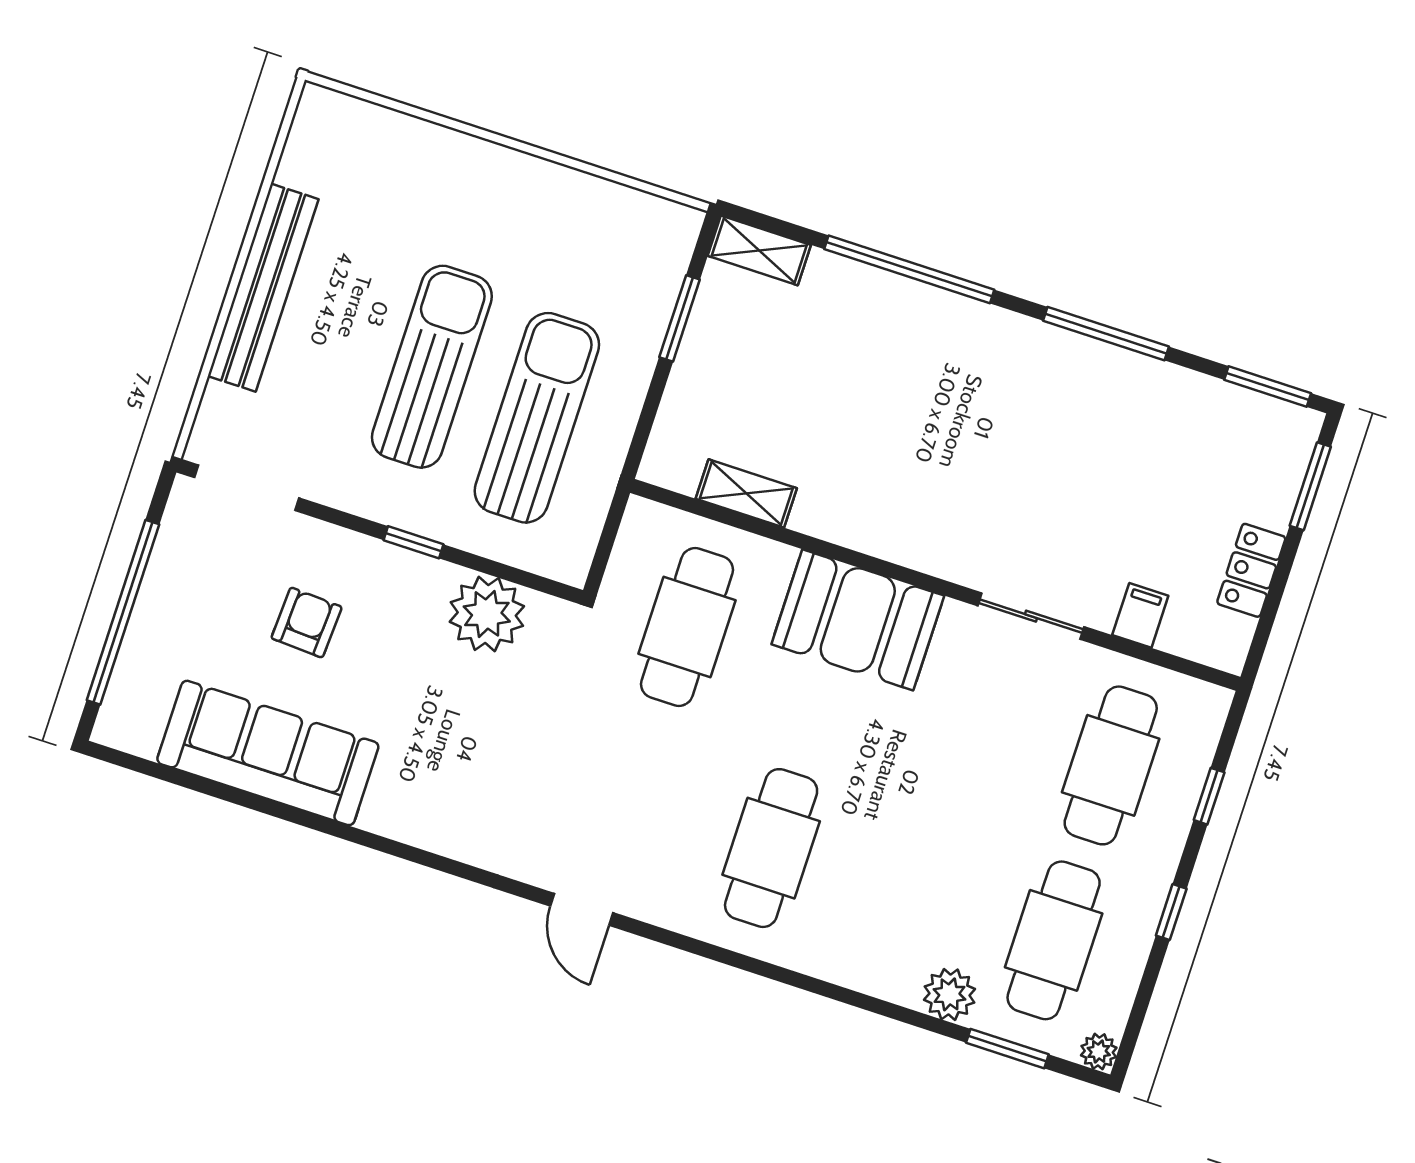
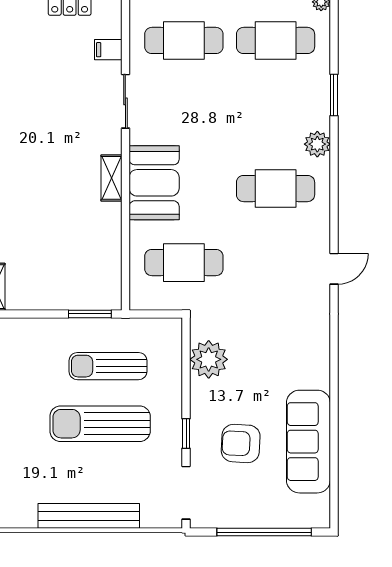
window: (680, 318) -> (90, 314), moved
sun lounger: (537, 418) -> (108, 366), width x0.73, depth x0.75
shelving: (746, 493) -> (111, 178), moved
window: (414, 542) -> (186, 434), moved
armchair: (307, 623) -> (241, 443), width x1.38, depth x1.38
plant: (949, 994) -> (317, 144), moved
window: (1007, 1049) -> (334, 95), moved

